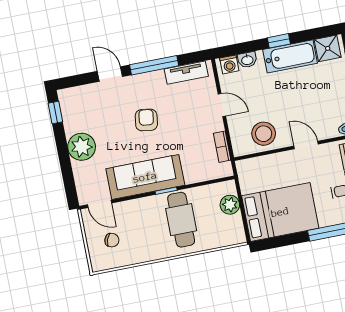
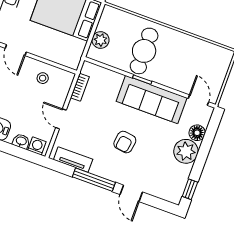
stool: (264, 134) -> (43, 78), width x0.53, depth x0.53
floor lamp: (82, 171) -> (197, 133), added
chair: (112, 240) -> (206, 67), removed

